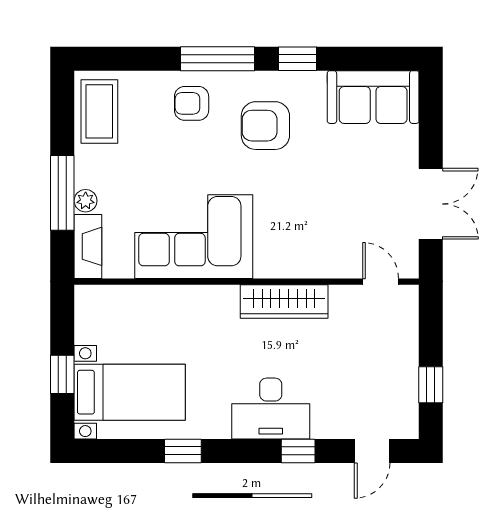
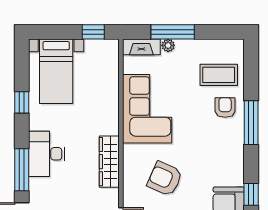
window: (297, 59) -> (251, 194), moved
coffee table: (99, 111) -> (219, 75), moved
armchair: (265, 126) -> (165, 179), moved, turned -66
window: (62, 374) -> (93, 32), moved
window: (298, 451) -> (22, 170), width x2.17

